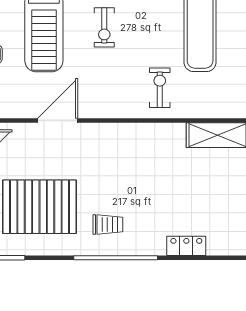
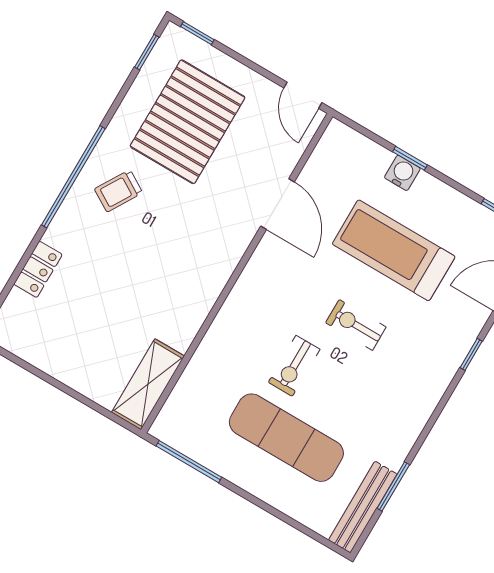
exercise bike: (160, 88) -> (294, 366), moved, turned 90
trolley: (108, 224) -> (118, 191), turned 31

